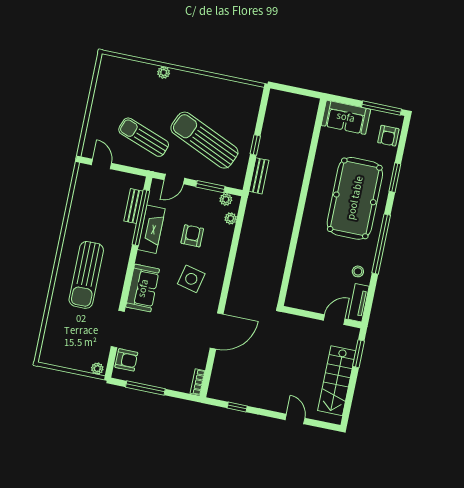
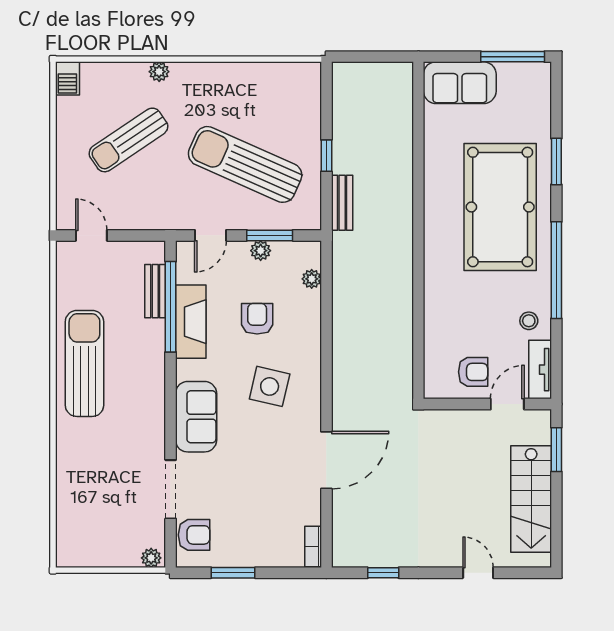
barbecue: (107, 65) -> (67, 78), added
armchair: (388, 136) -> (473, 372), moved, turned -90
sun lounger: (144, 137) -> (128, 140), moved, turned -54
plant: (226, 199) -> (261, 251), moved
sun lounger: (86, 275) -> (84, 363), moved, turned 180
window: (145, 388) -> (233, 573), width x0.69

